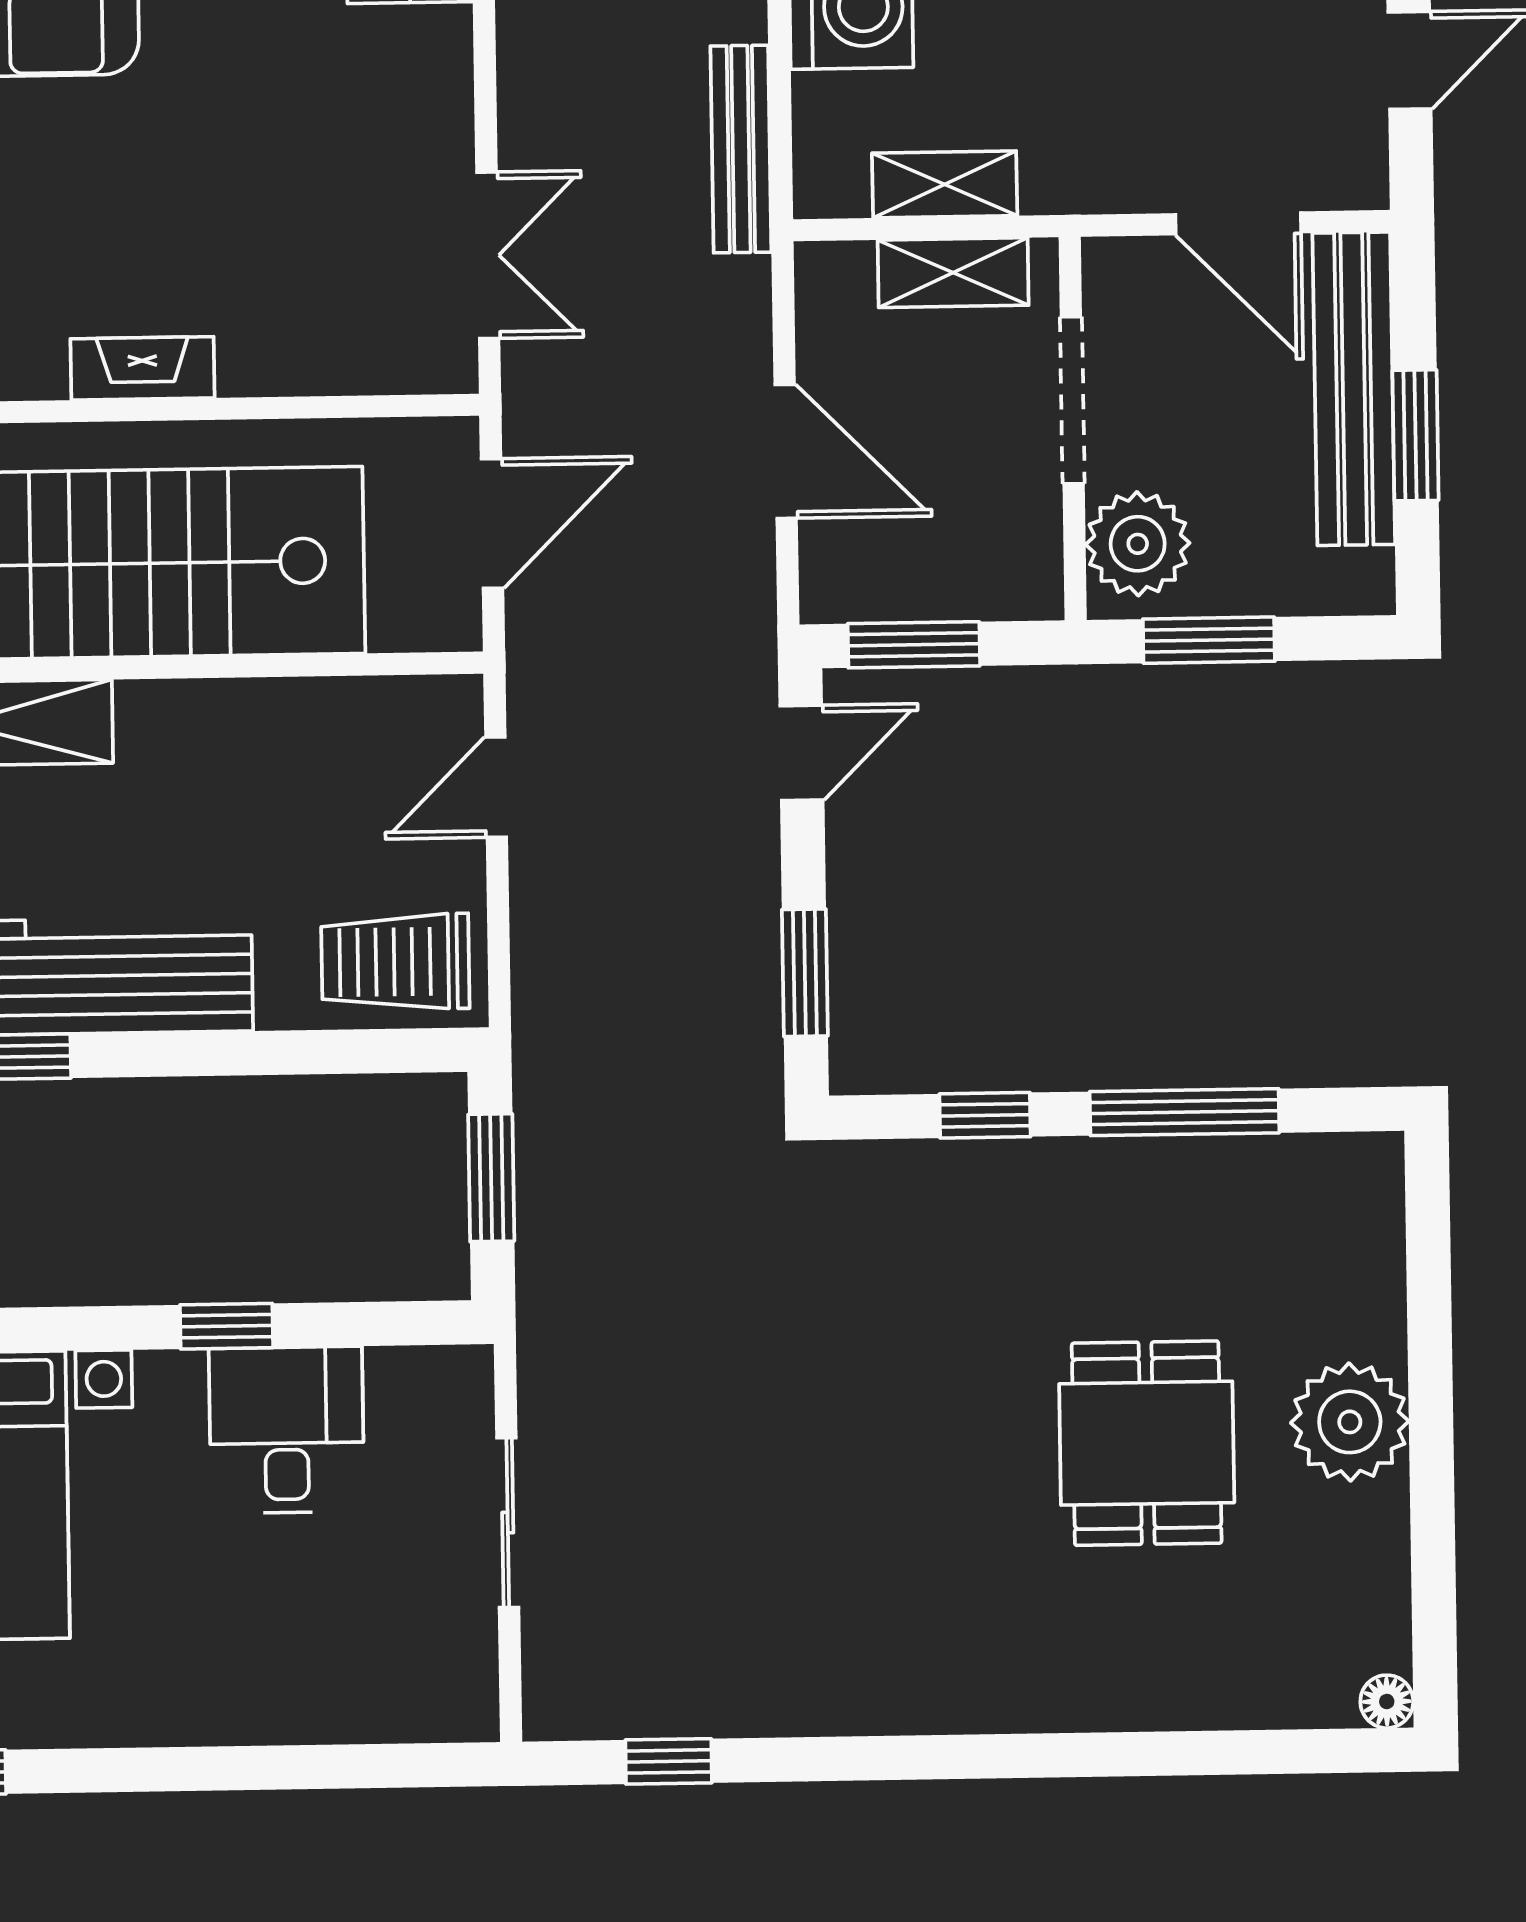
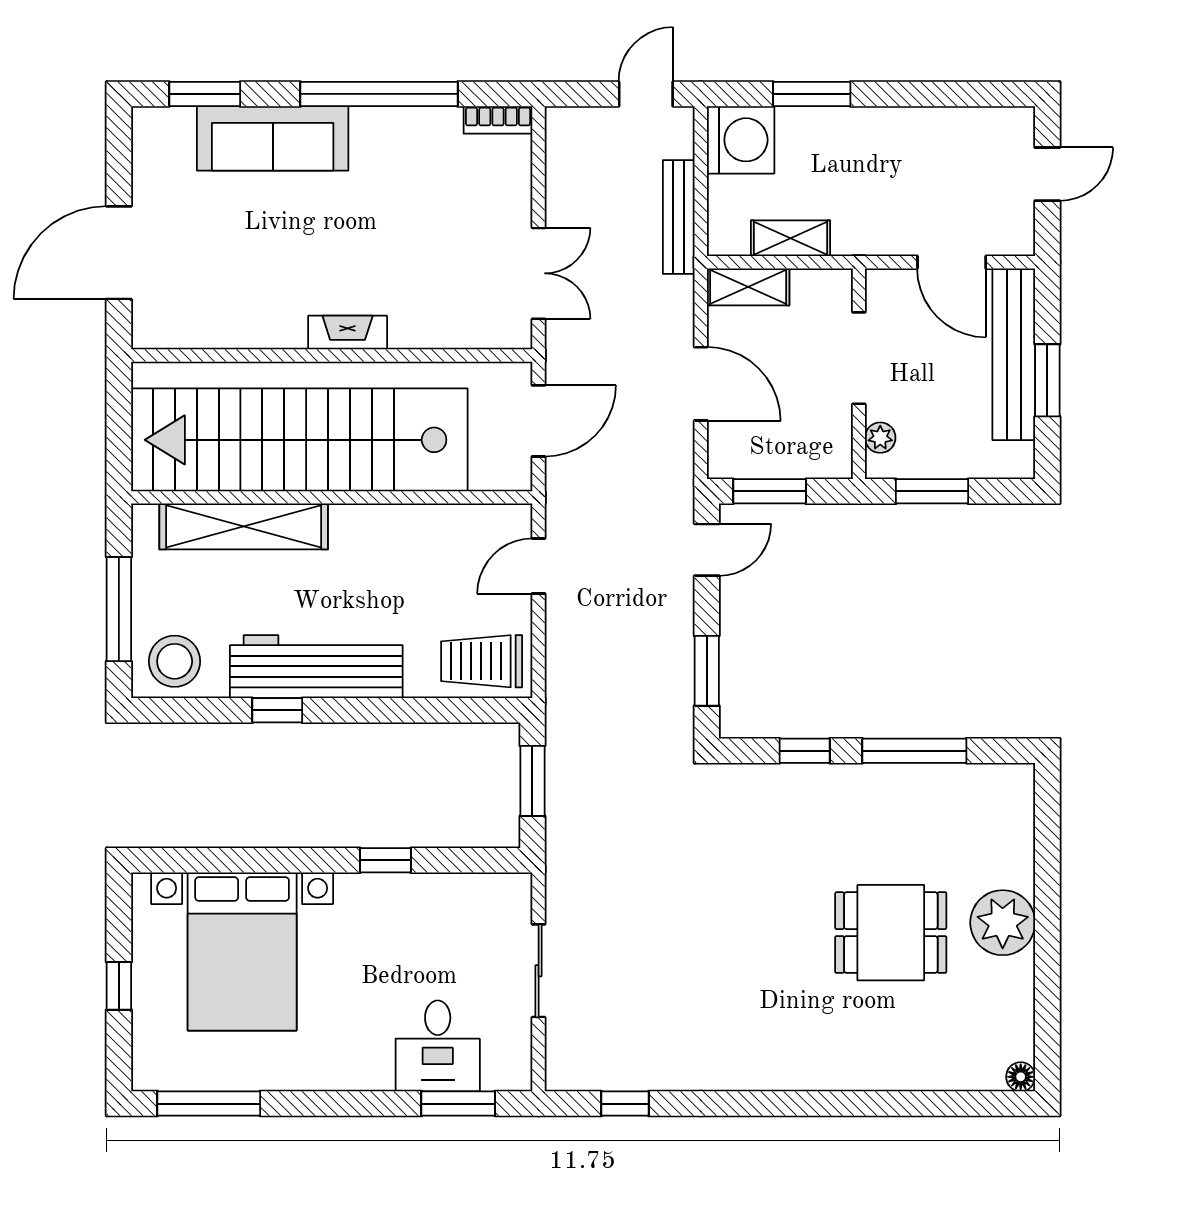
shelving: (953, 273) -> (748, 287), moved
plant: (1138, 544) -> (880, 438), width x0.53, depth x0.53
desk: (287, 1430) -> (438, 1046), moved, turned 180
dining table: (1147, 1443) -> (891, 933), turned 90
window: (365, 1766) -> (458, 1104), added

